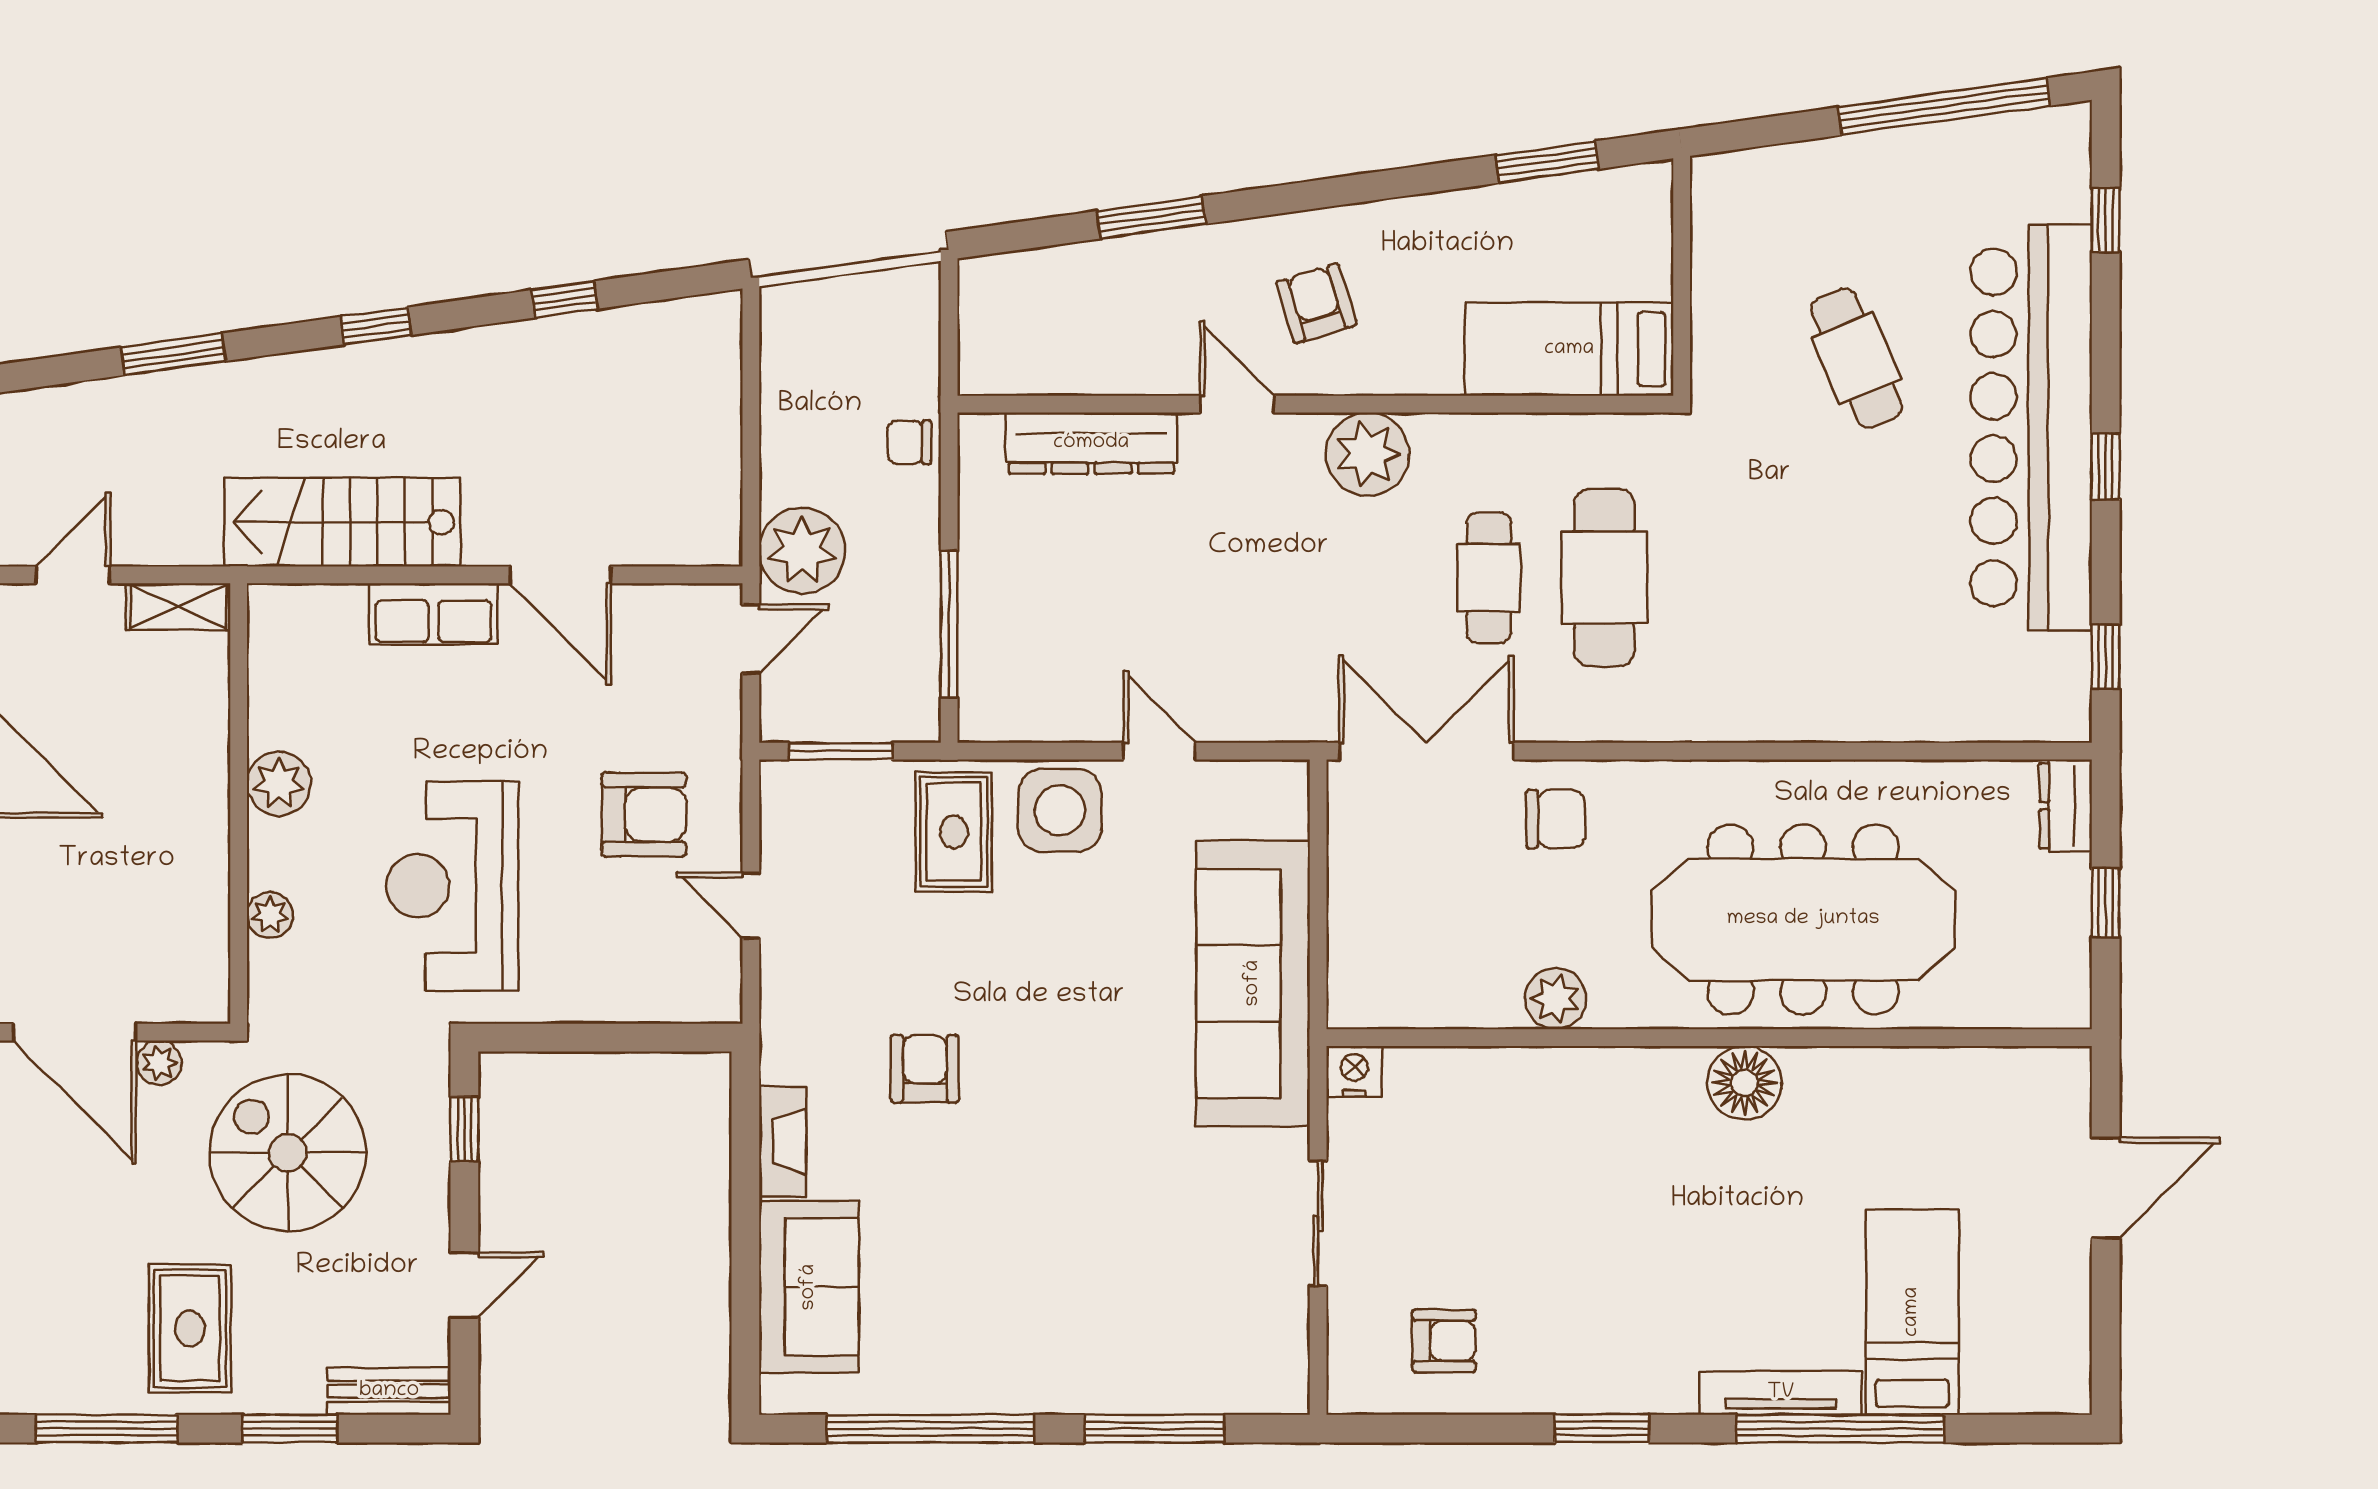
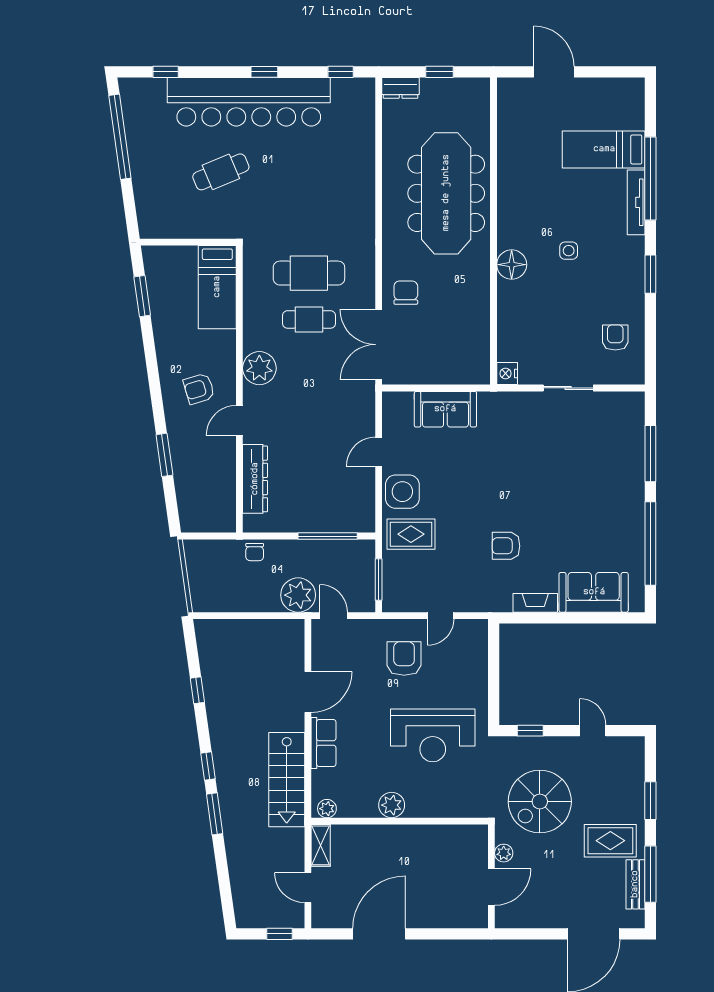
window: (173, 354) -> (215, 814), moved
plant: (270, 915) -> (327, 809), moved
sofa: (1253, 983) -> (445, 409), width x0.54, depth x0.79
plant: (1556, 999) -> (478, 293), removed
door: (74, 1032) -> (491, 887), width x0.73
floor lamp: (1744, 1083) -> (512, 265), moved
side table: (1660, 1225) -> (569, 251), added
bench: (389, 1391) -> (635, 884), moved

